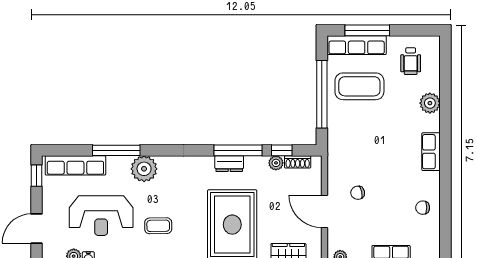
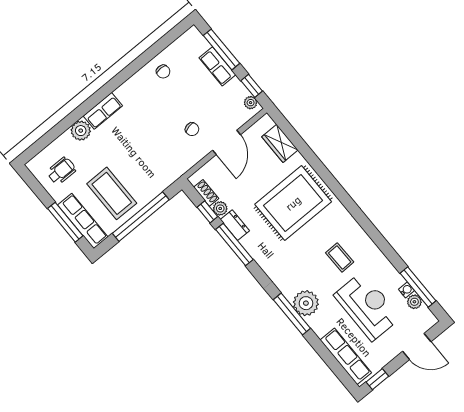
window: (116, 150) -> (292, 314), moved
row of seats: (431, 152) -> (103, 111), moved
dresser: (229, 164) -> (235, 225), moved

